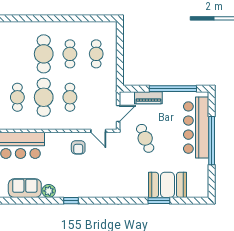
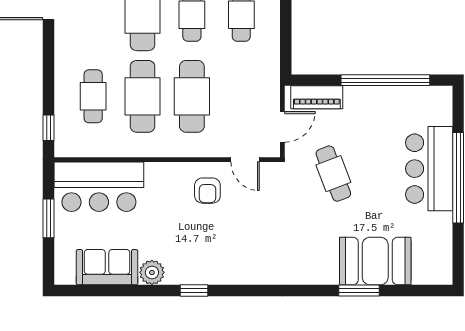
cafe table: (70, 97) -> (192, 96), width x1.37, depth x1.35
piano: (148, 98) -> (317, 97), moved
bar counter: (196, 128) -> (429, 169), width x0.73

